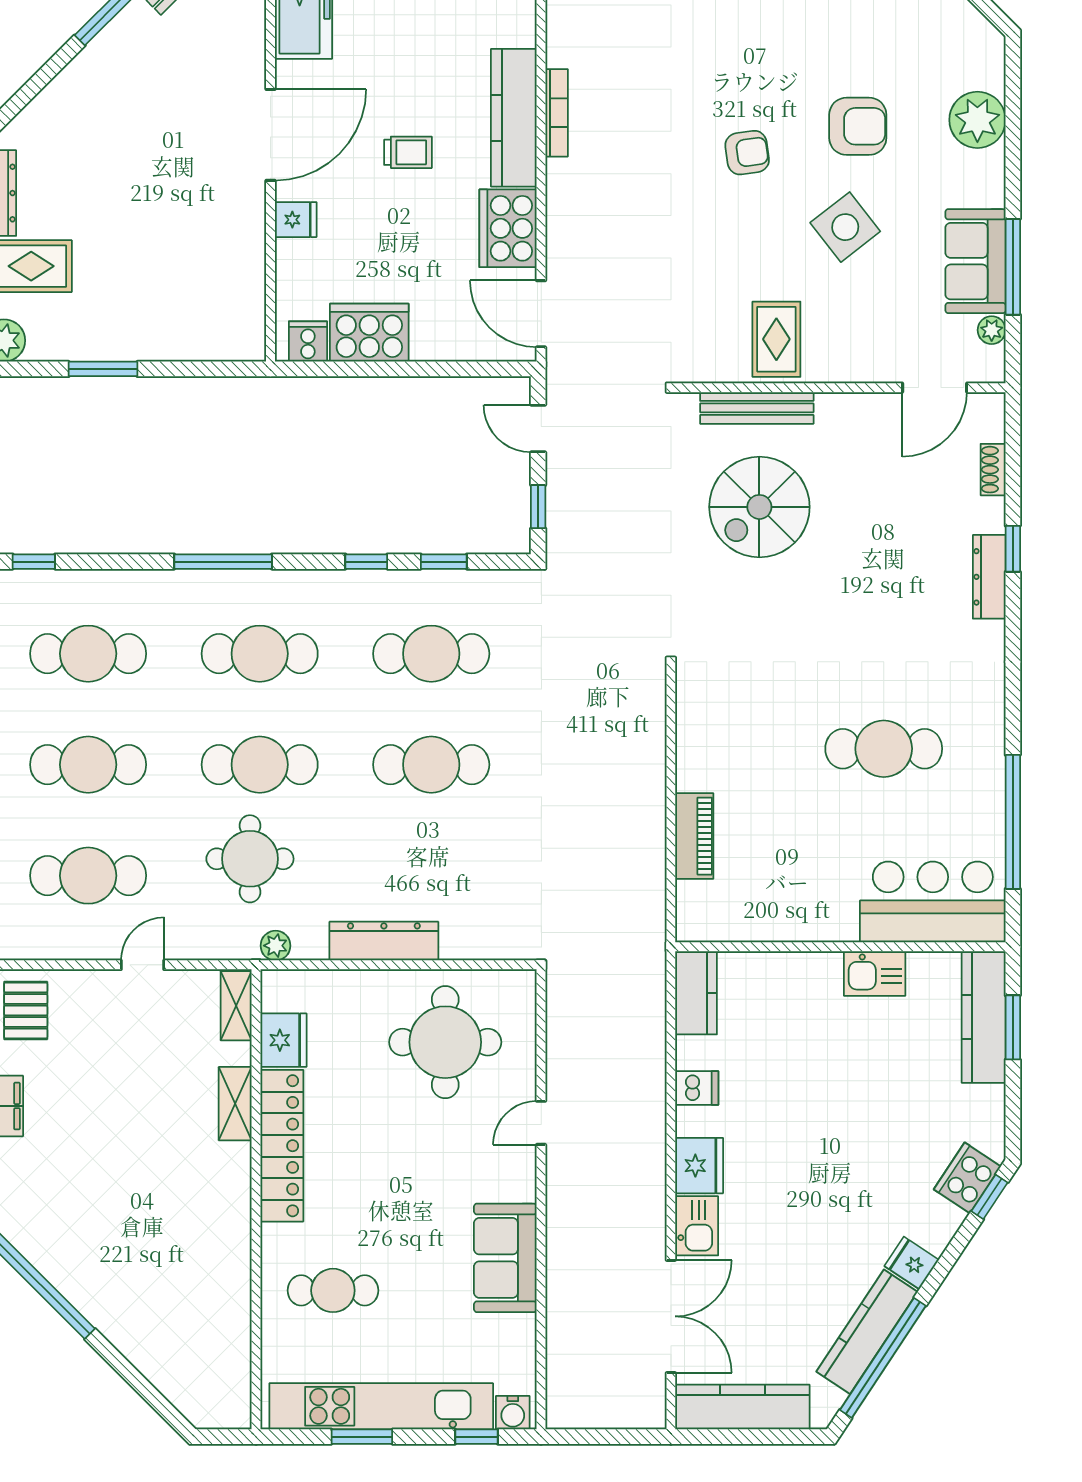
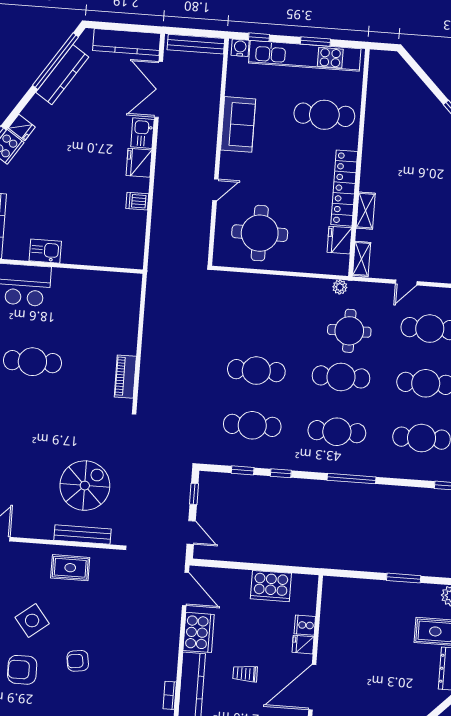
bookcase: (557, 113) -> (170, 695), width x0.64
rug: (776, 339) -> (70, 568), turned 90
cooker: (308, 342) -> (305, 625), moved, turned 90
piano: (694, 836) -> (125, 377), moved
dresser: (384, 941) -> (286, 285), removed
kitchen counter: (696, 993) -> (134, 248), removed
fridge: (912, 1263) -> (22, 128), moved
cafe table: (333, 1290) -> (324, 115), width x1.37, depth x1.35
bench: (603, 1413) -> (196, 44), added

